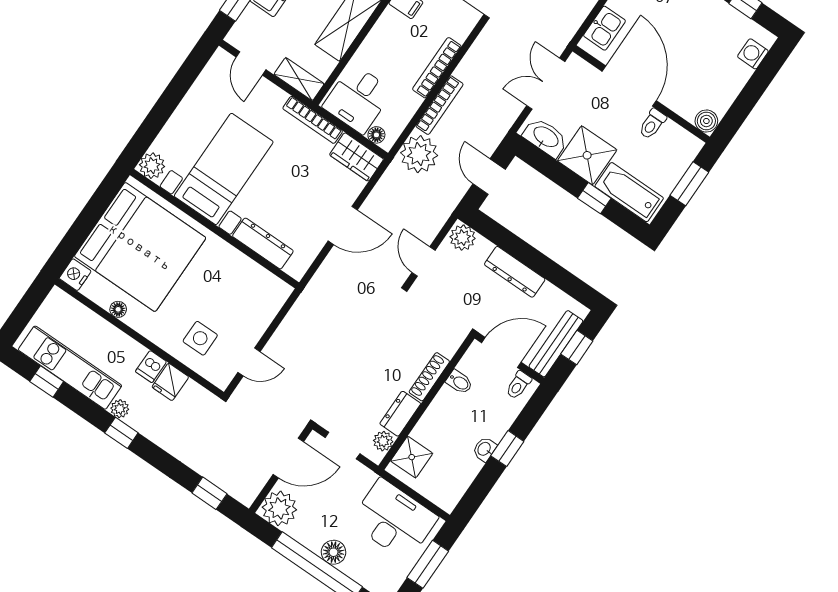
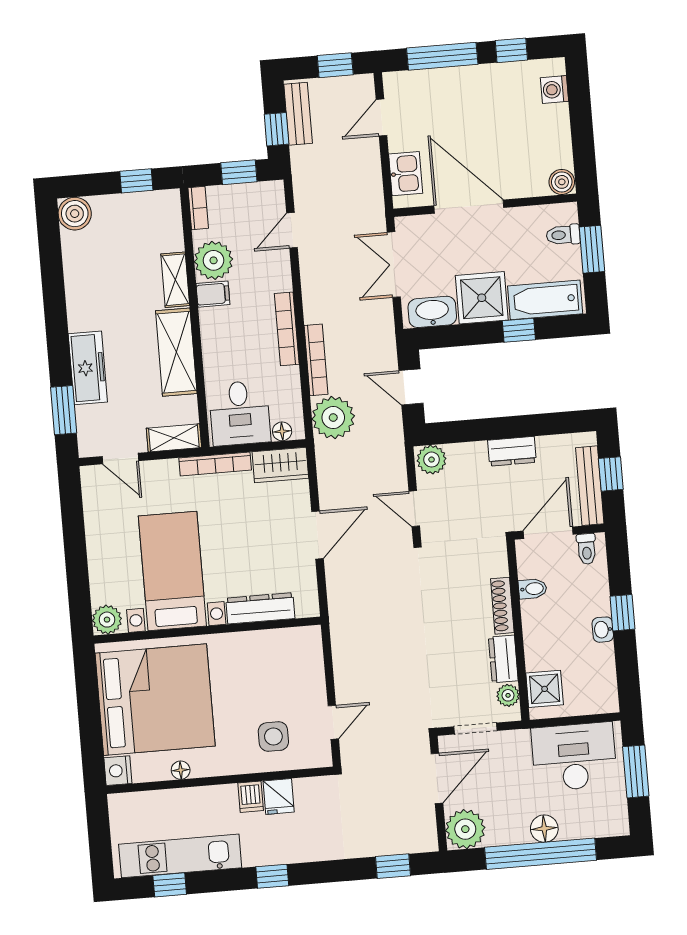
toilet: (652, 124) -> (563, 235), moved, turned 90
dresser: (515, 272) -> (512, 451), width x0.70
plant: (120, 409) -> (253, 856), removed

